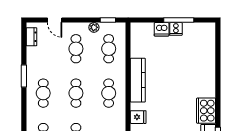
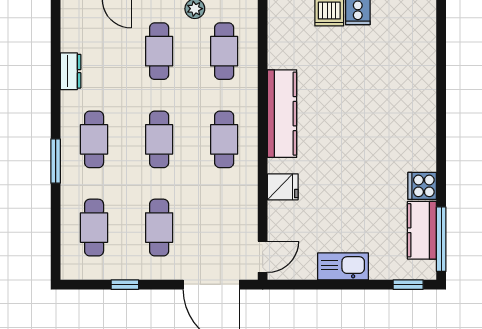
dresser: (31, 37) -> (71, 71), moved
window: (24, 76) -> (56, 161), moved
cooker: (206, 111) -> (422, 186), width x0.53, depth x0.76

